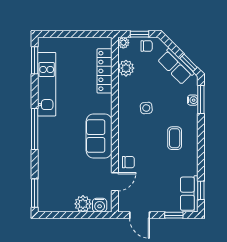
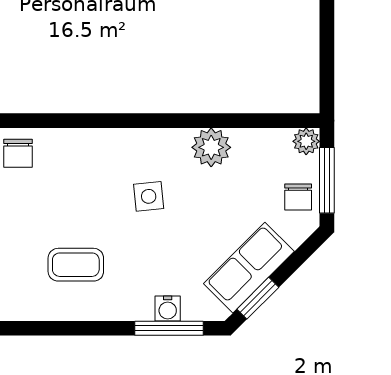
window: (140, 34) -> (327, 180), width x1.50
plant: (126, 68) -> (211, 147), moved
locker: (105, 71) -> (238, 96), removed
sofa: (99, 136) -> (81, 82), removed

